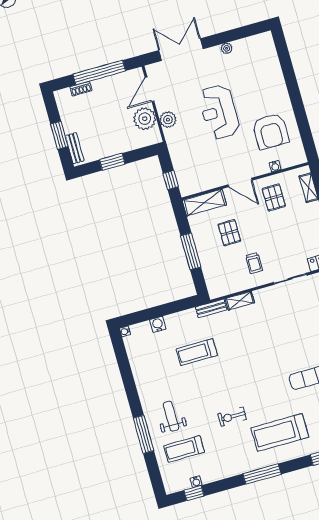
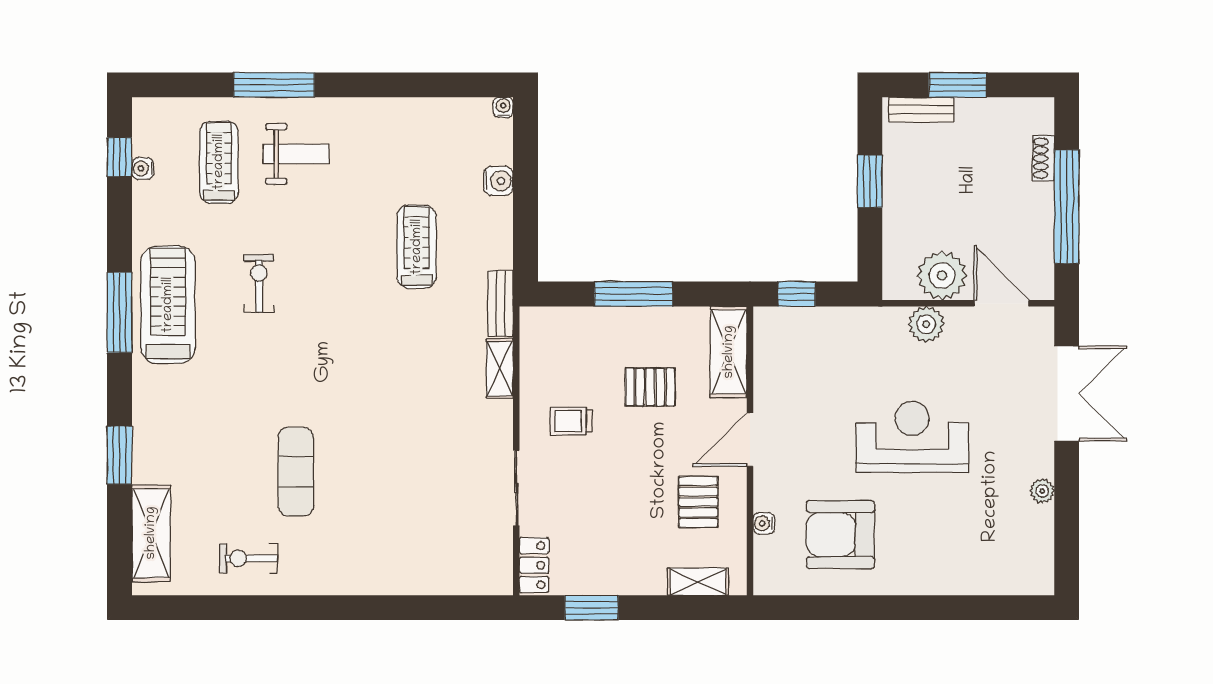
pallet: (274, 197) -> (698, 502), turned 90
treadmill: (280, 432) -> (168, 305), moved

